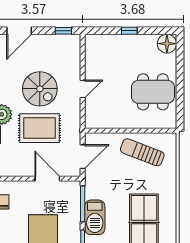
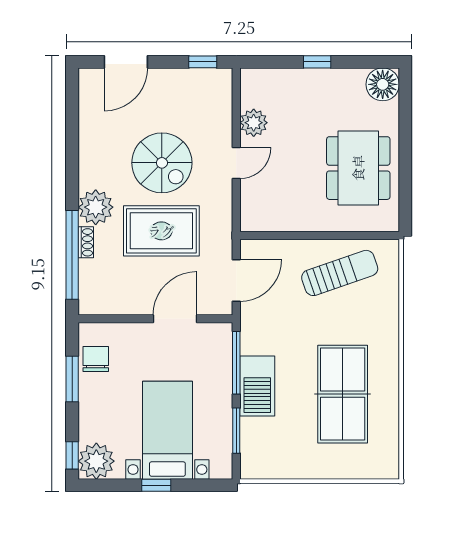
plant: (93, 66) -> (254, 123), added
dining table: (153, 92) -> (358, 168), turned 90
sun lounger: (142, 152) -> (340, 273), turned 140
door: (47, 179) -> (175, 319), hinge flipped

